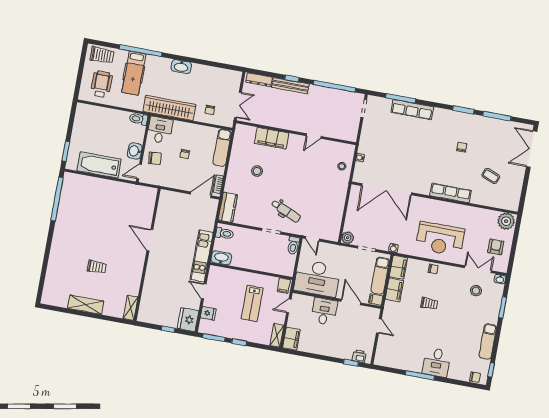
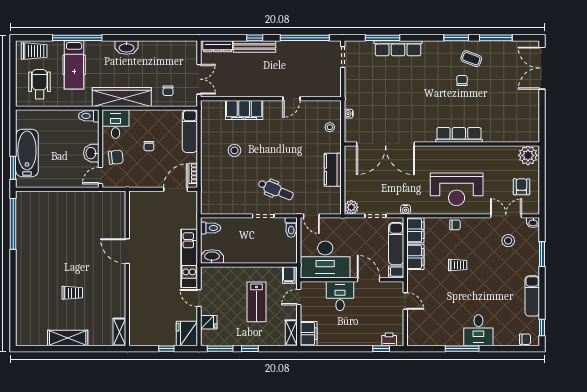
bathtub: (99, 165) -> (27, 153), moved, turned 90
coffee table: (491, 176) -> (471, 59), moved
kitchen counter: (228, 207) -> (333, 170), moved, turned 180

